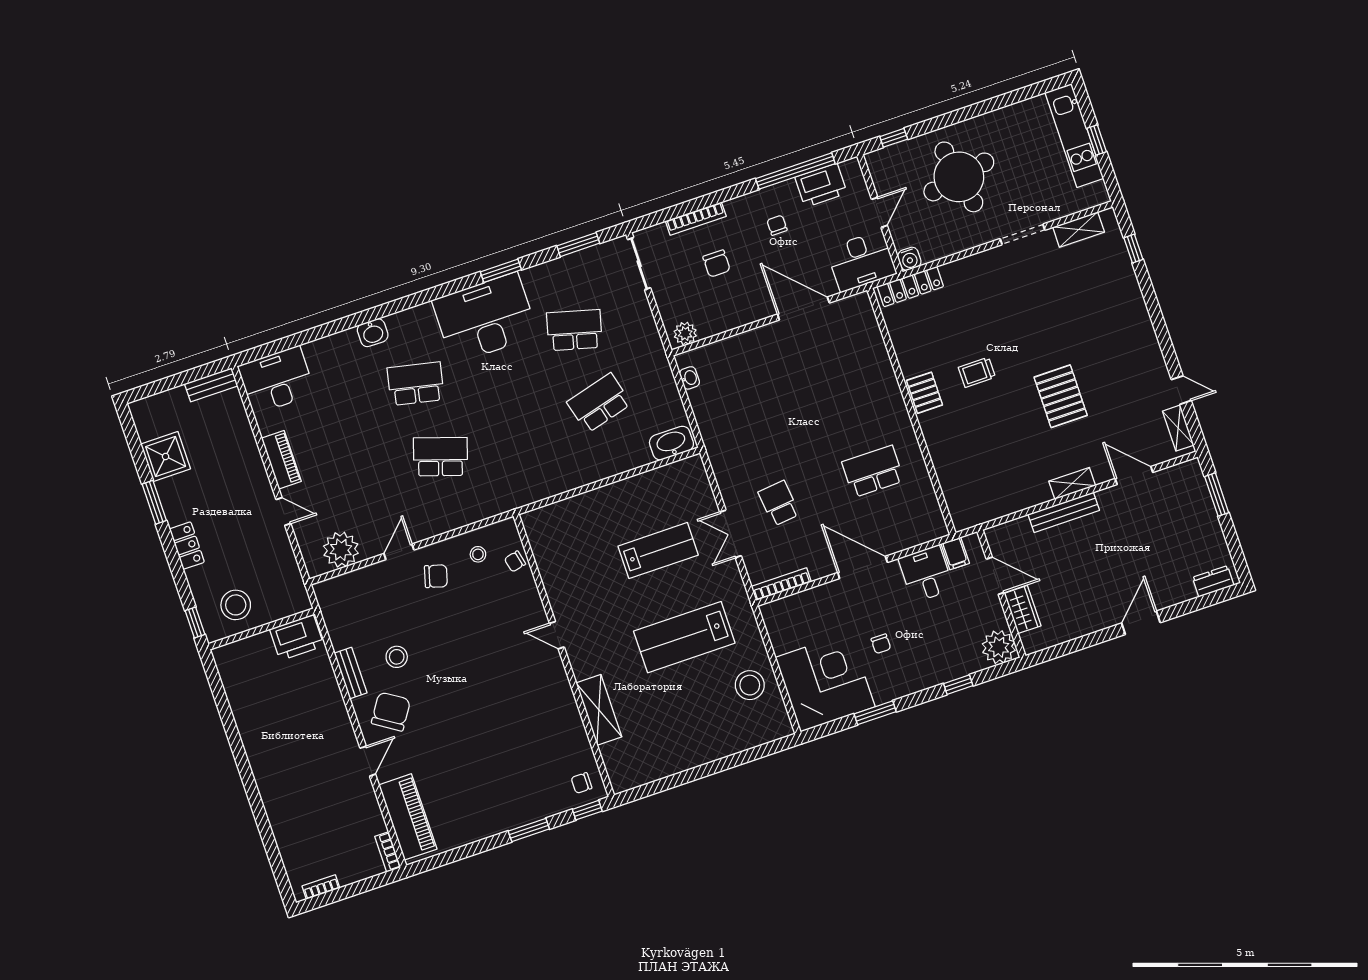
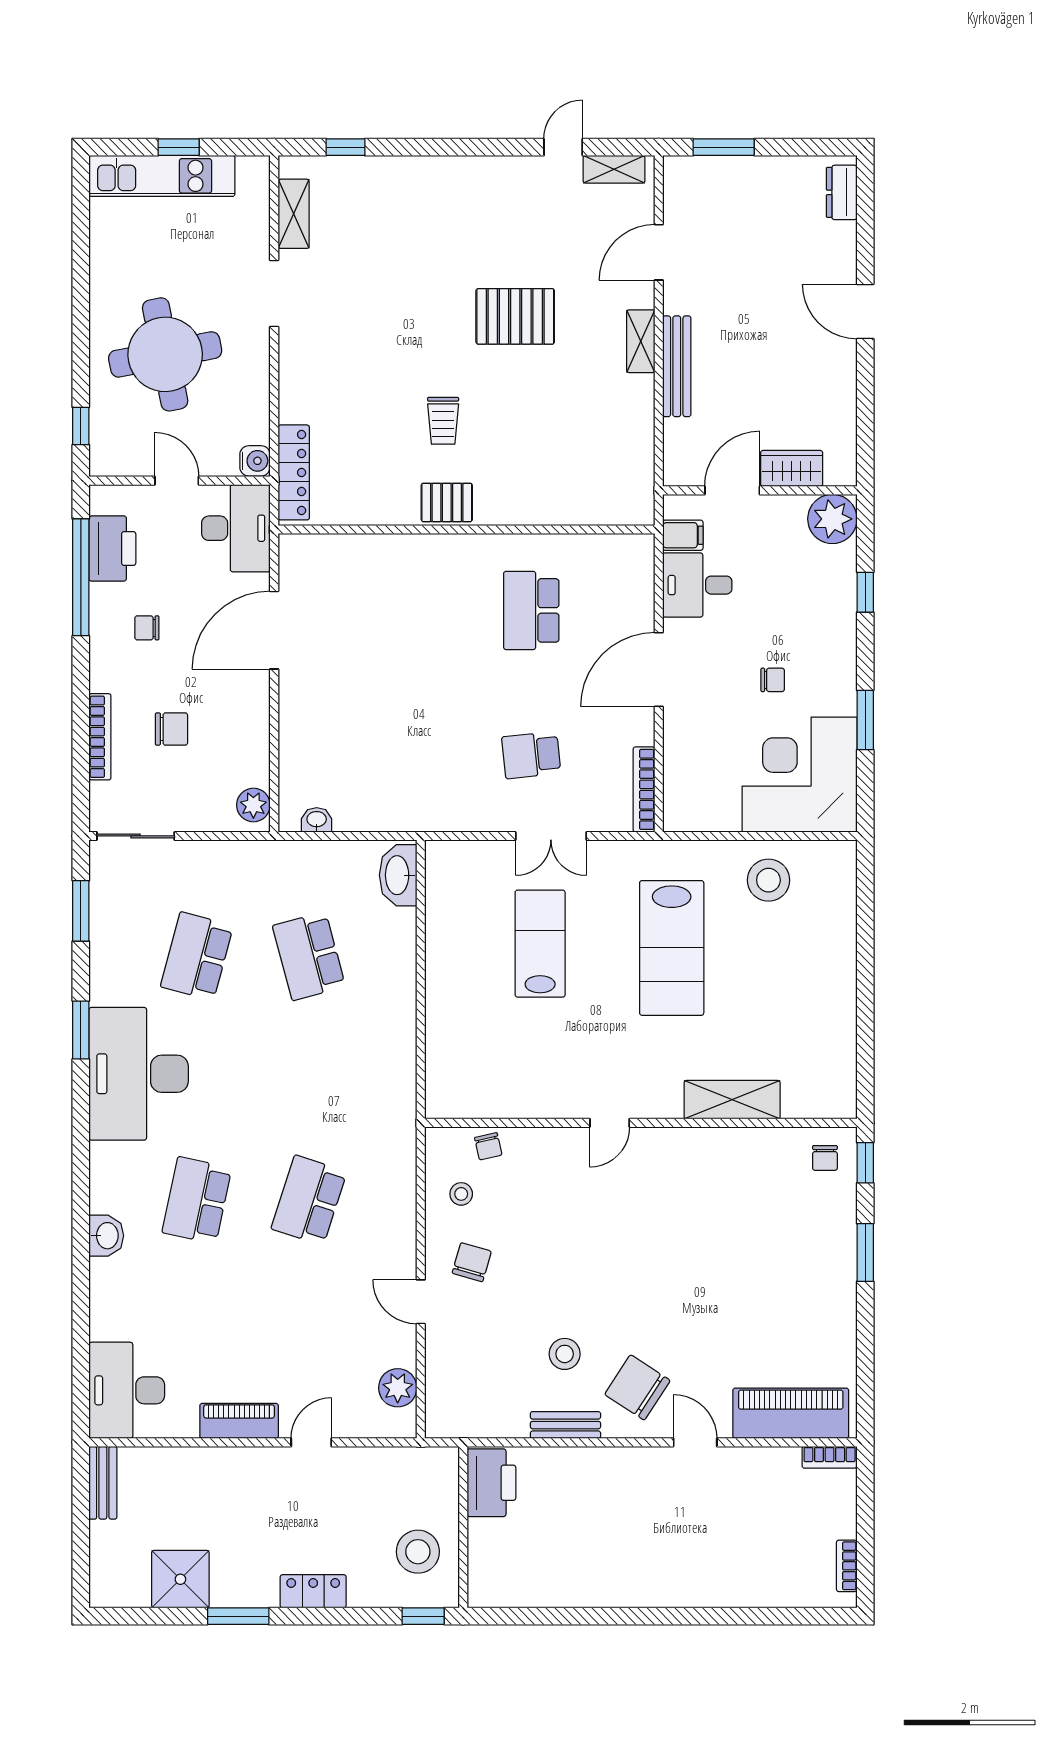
plant: (341, 550) -> (398, 1388), width x0.73, depth x0.73

